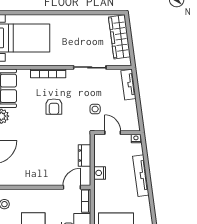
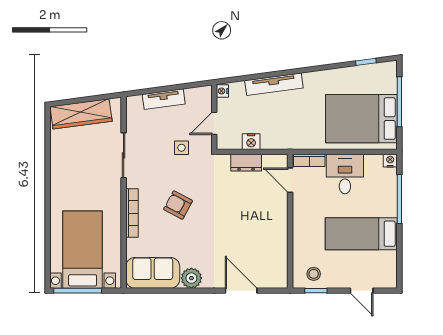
tv unit: (129, 85) -> (164, 99), moved
armchair: (54, 107) -> (178, 205), turned -152
nightstand: (100, 173) -> (251, 142), moved

